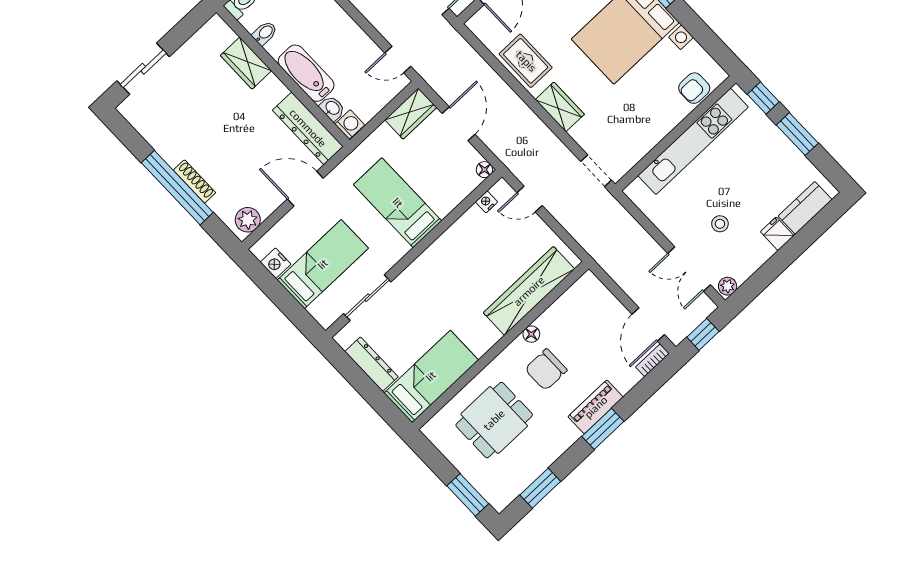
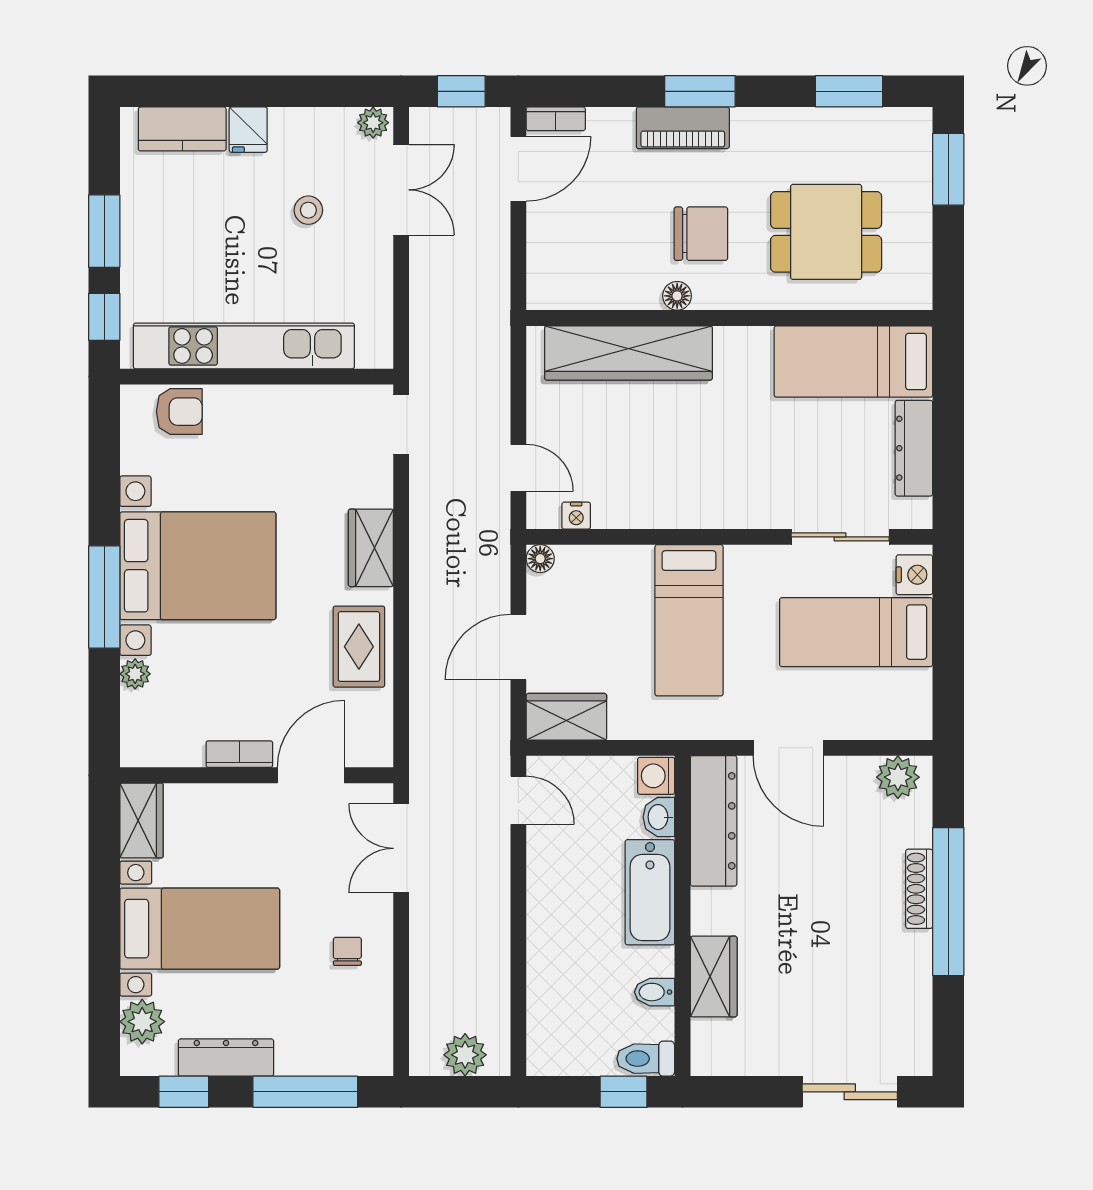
nightstand: (276, 263) -> (914, 575), moved

